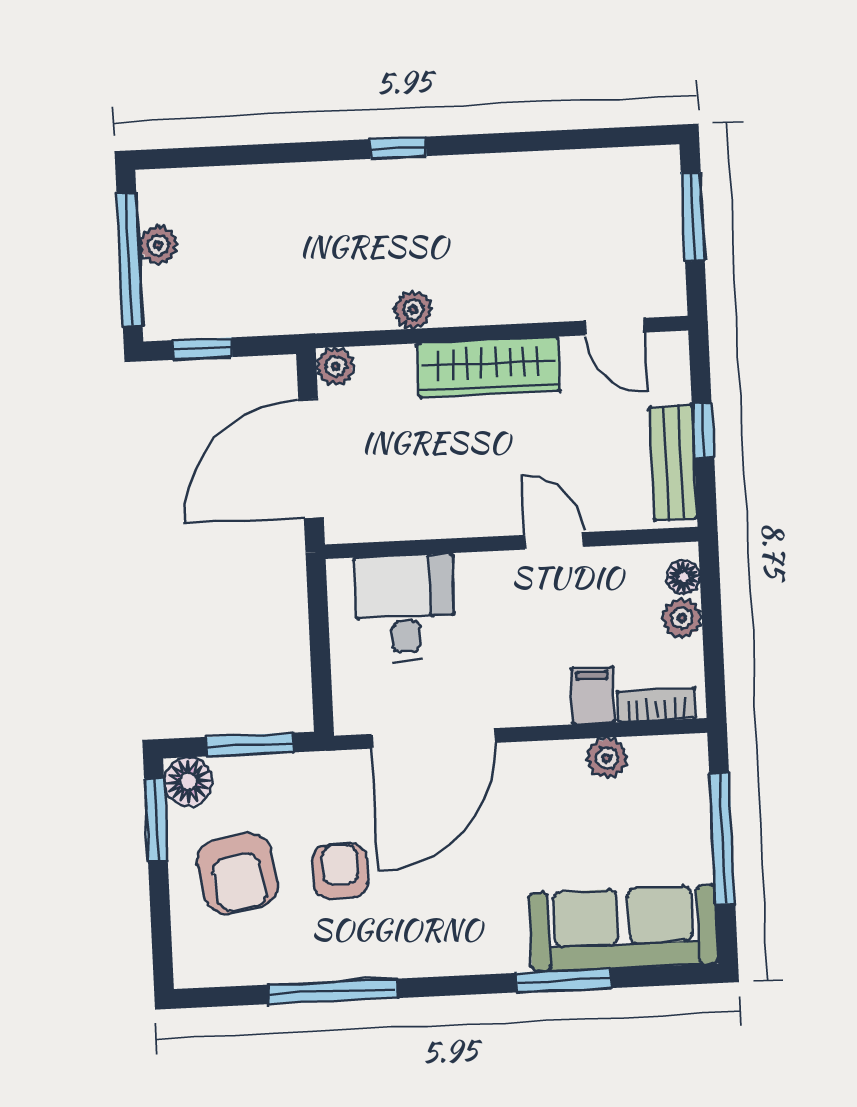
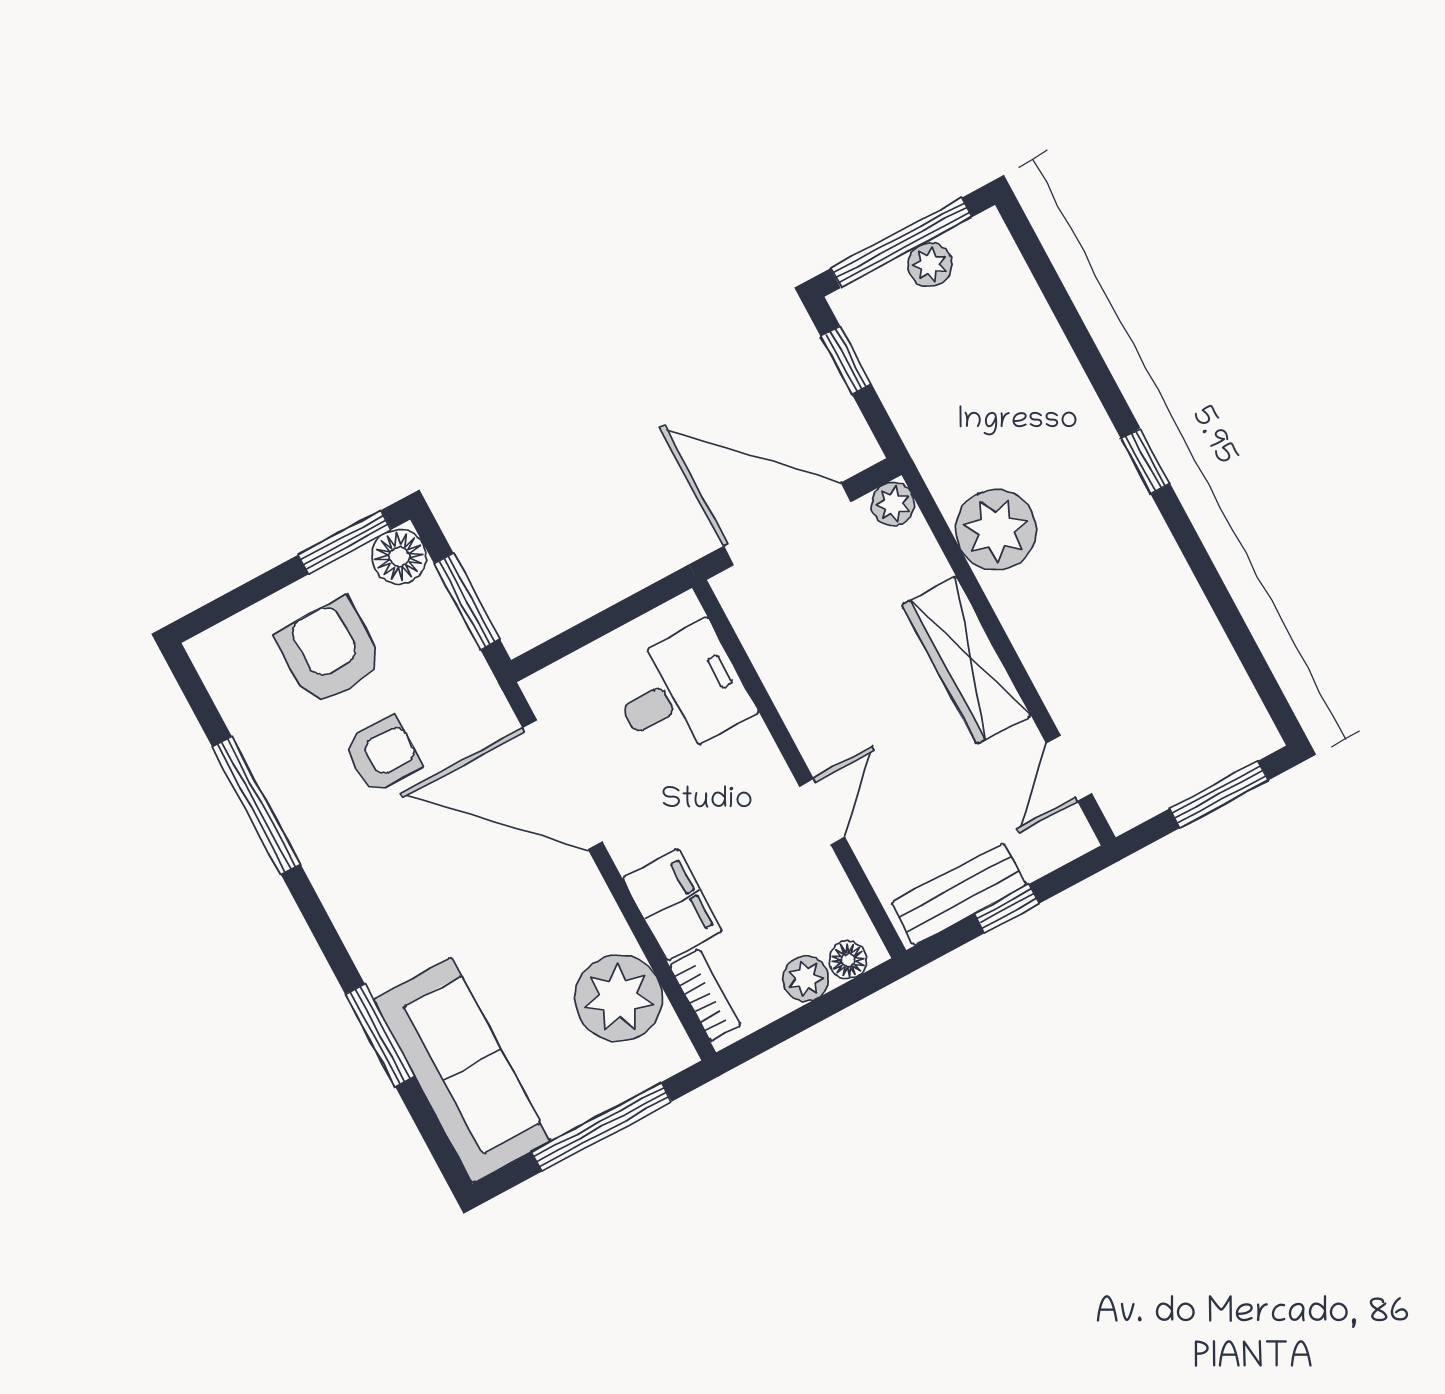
plant: (413, 310) -> (996, 530), width x1.88, depth x1.88
filing cabinet: (593, 695) -> (672, 905), width x2.00
plant: (607, 758) -> (619, 998), width x1.87, depth x1.87
armchair: (238, 874) -> (330, 652), turned 100

